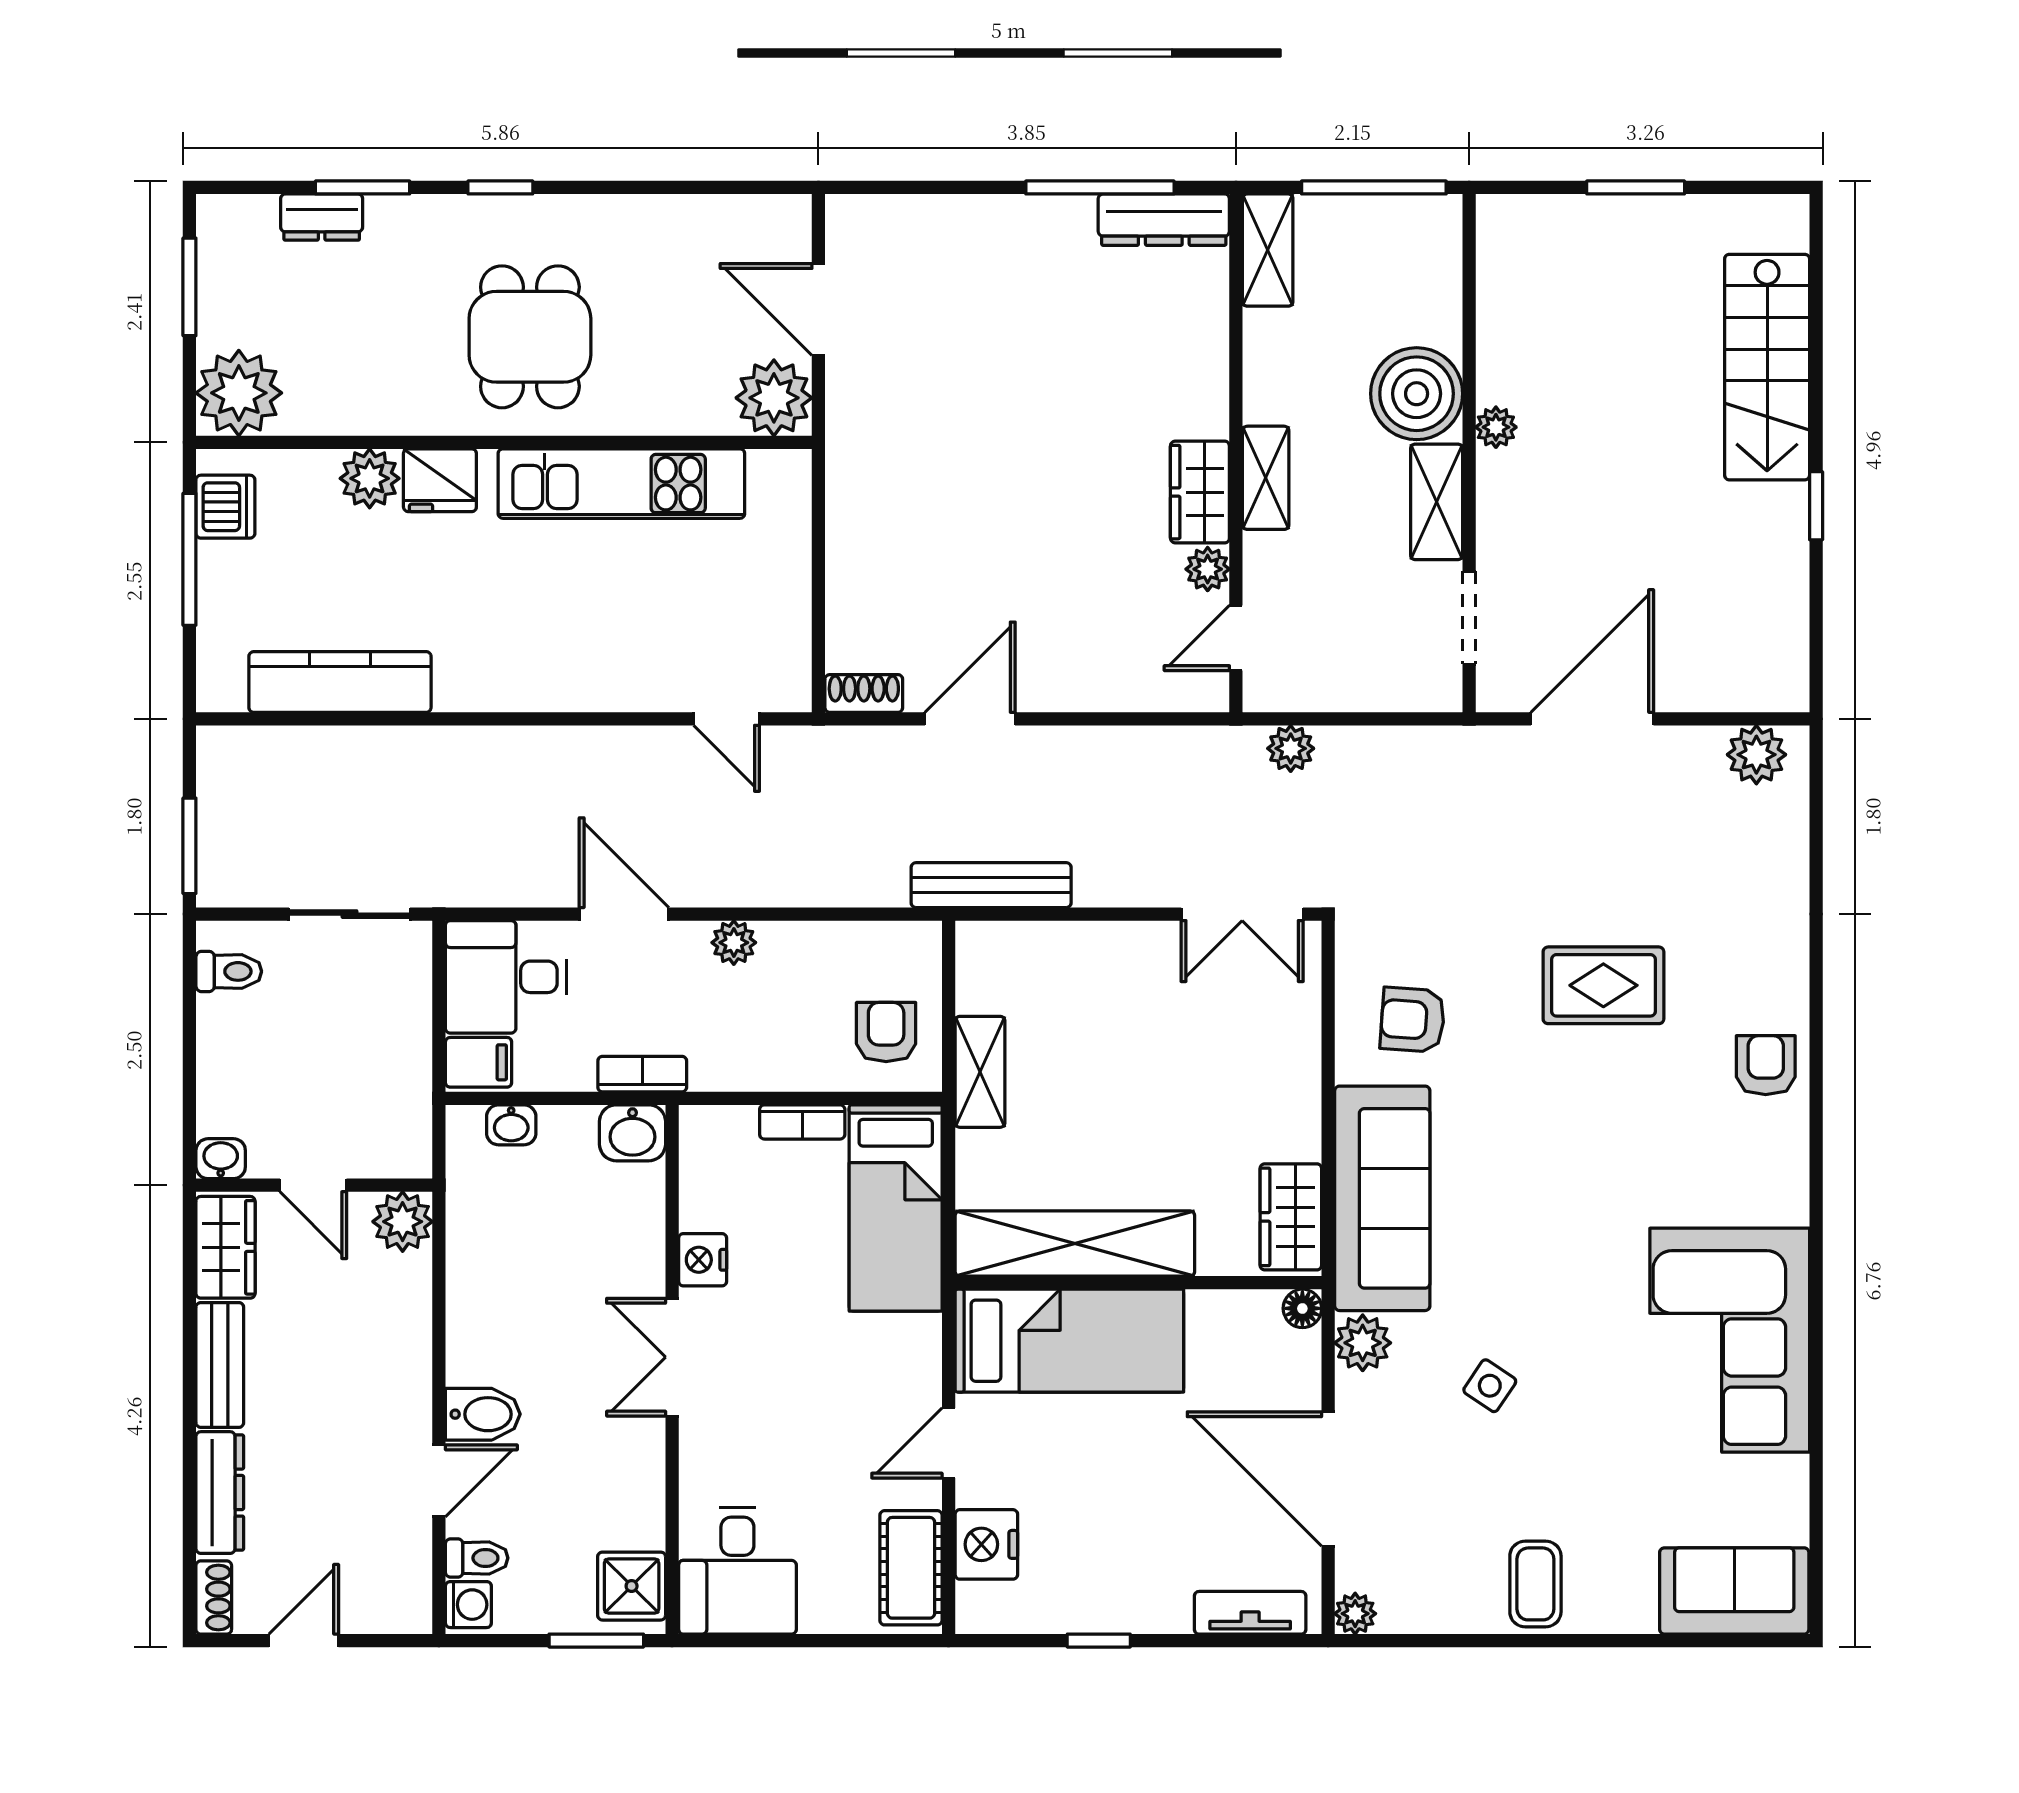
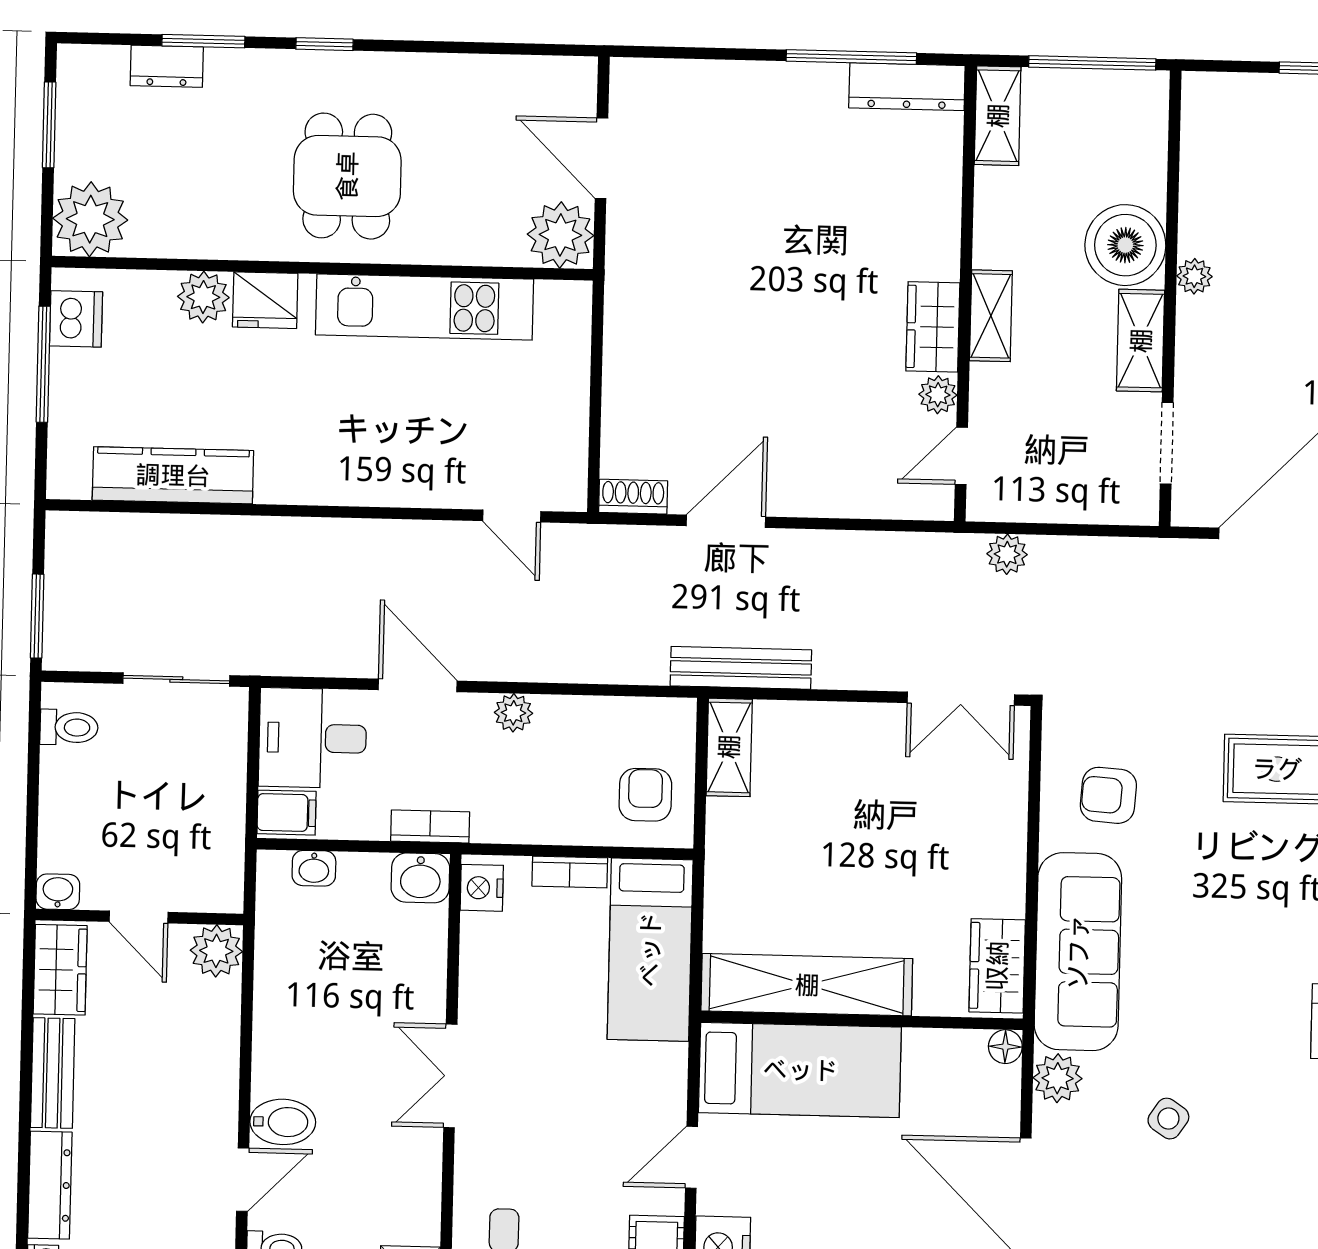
shelving: (980, 1072) -> (729, 747), moved
nightstand: (703, 1260) -> (482, 888), moved

